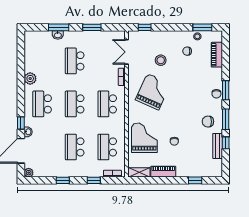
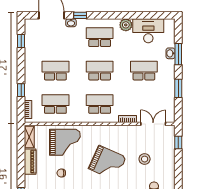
desk: (36, 57) -> (148, 31), added
grand piano: (153, 92) -> (107, 163), moved
plant: (29, 173) -> (29, 23), removed
window: (63, 180) -> (21, 41), moved

